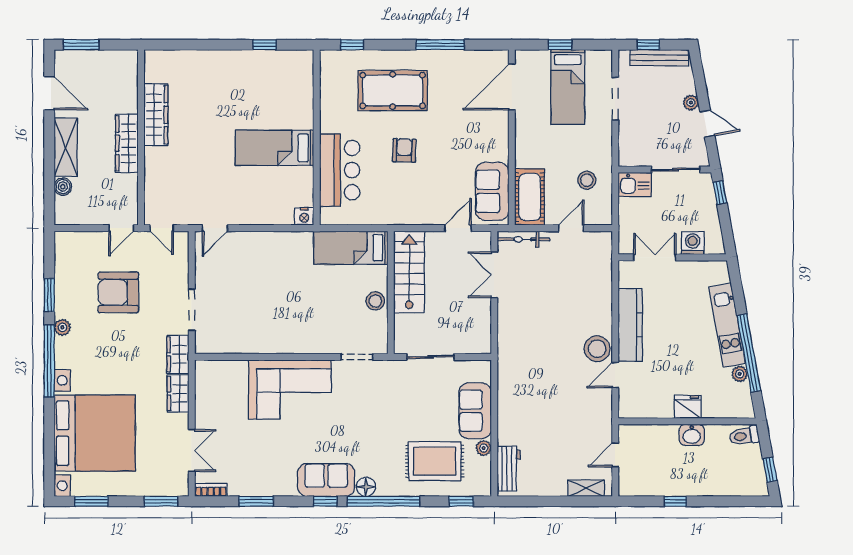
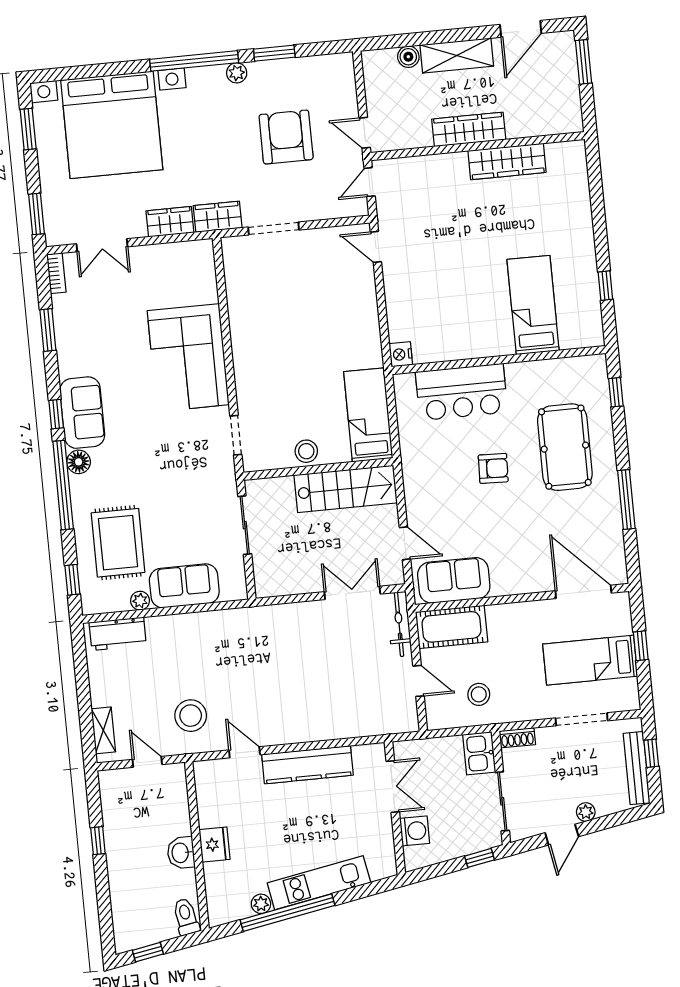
bed: (275, 148) -> (533, 305), moved
shoe rack: (625, 152) -> (517, 738), added
stool: (597, 349) -> (191, 716), moved

